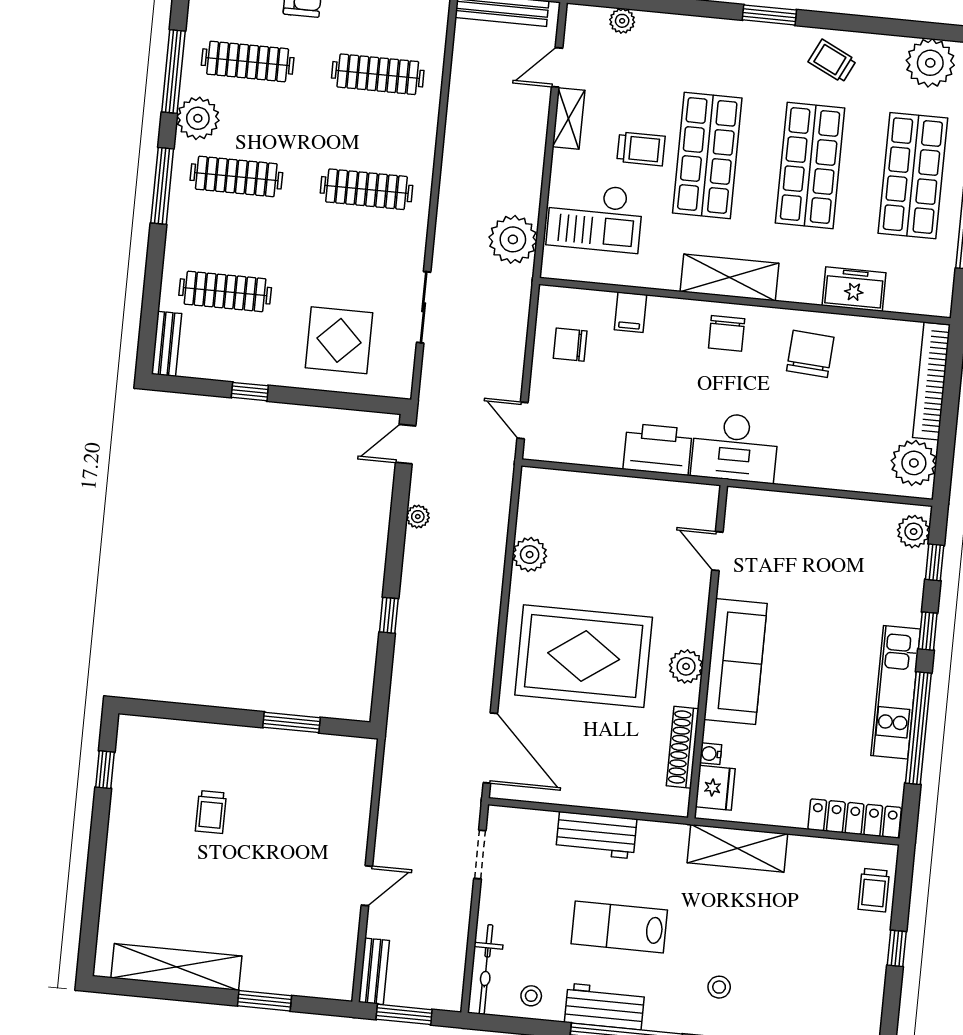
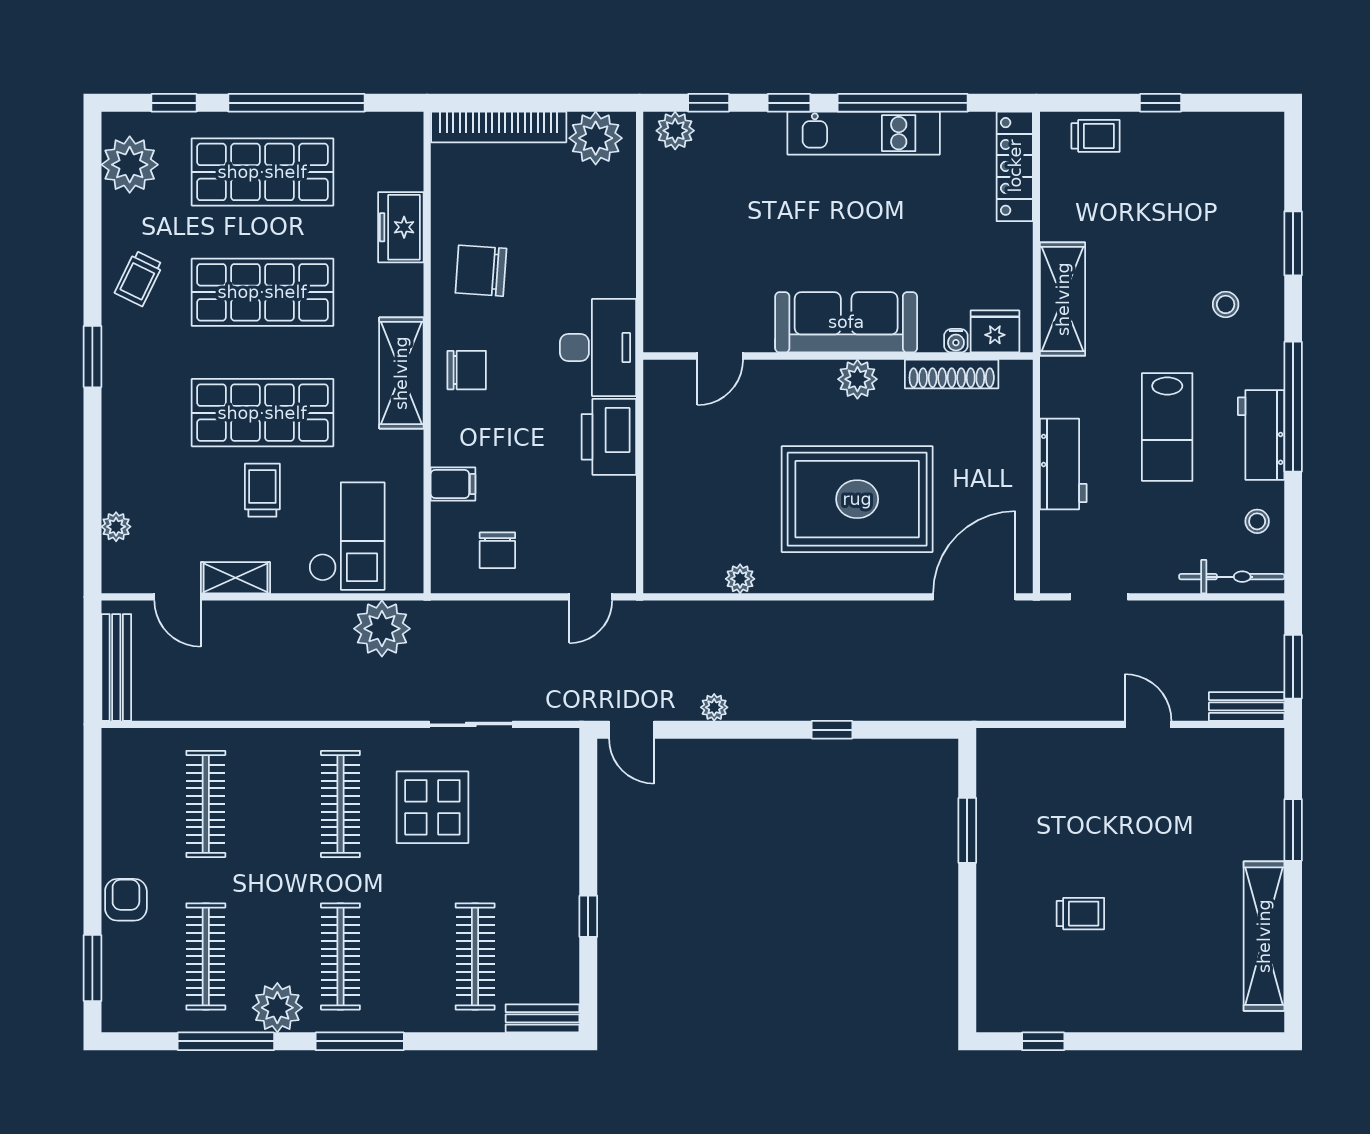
display table: (339, 340) -> (432, 807), moved
plant: (530, 555) -> (740, 579), width x0.73, depth x0.73
rug: (584, 656) -> (857, 499), turned 90

